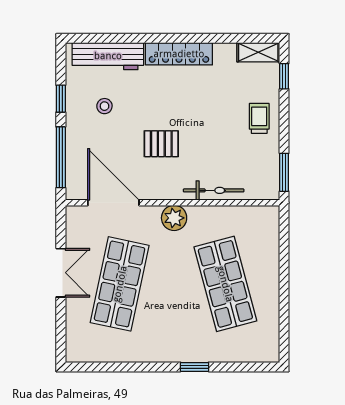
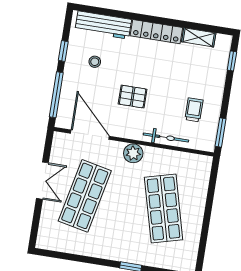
shelving: (258, 52) -> (199, 37), moved
trolley: (259, 118) -> (194, 110), moved

